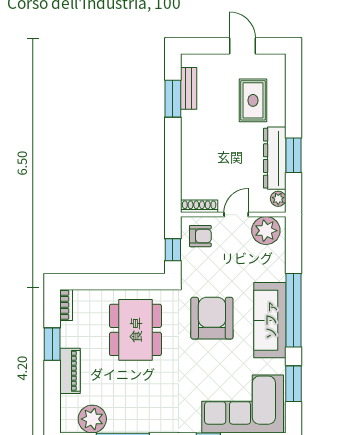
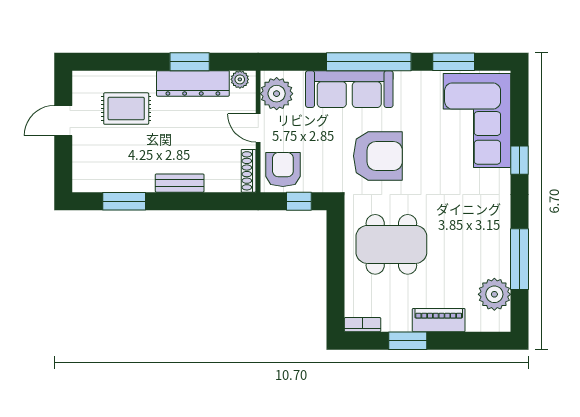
bench: (189, 88) -> (180, 183), moved
armchair: (200, 236) -> (283, 169), width x1.38, depth x1.38
armchair: (212, 318) -> (378, 156), turned 180
sofa: (270, 320) -> (349, 89), moved

